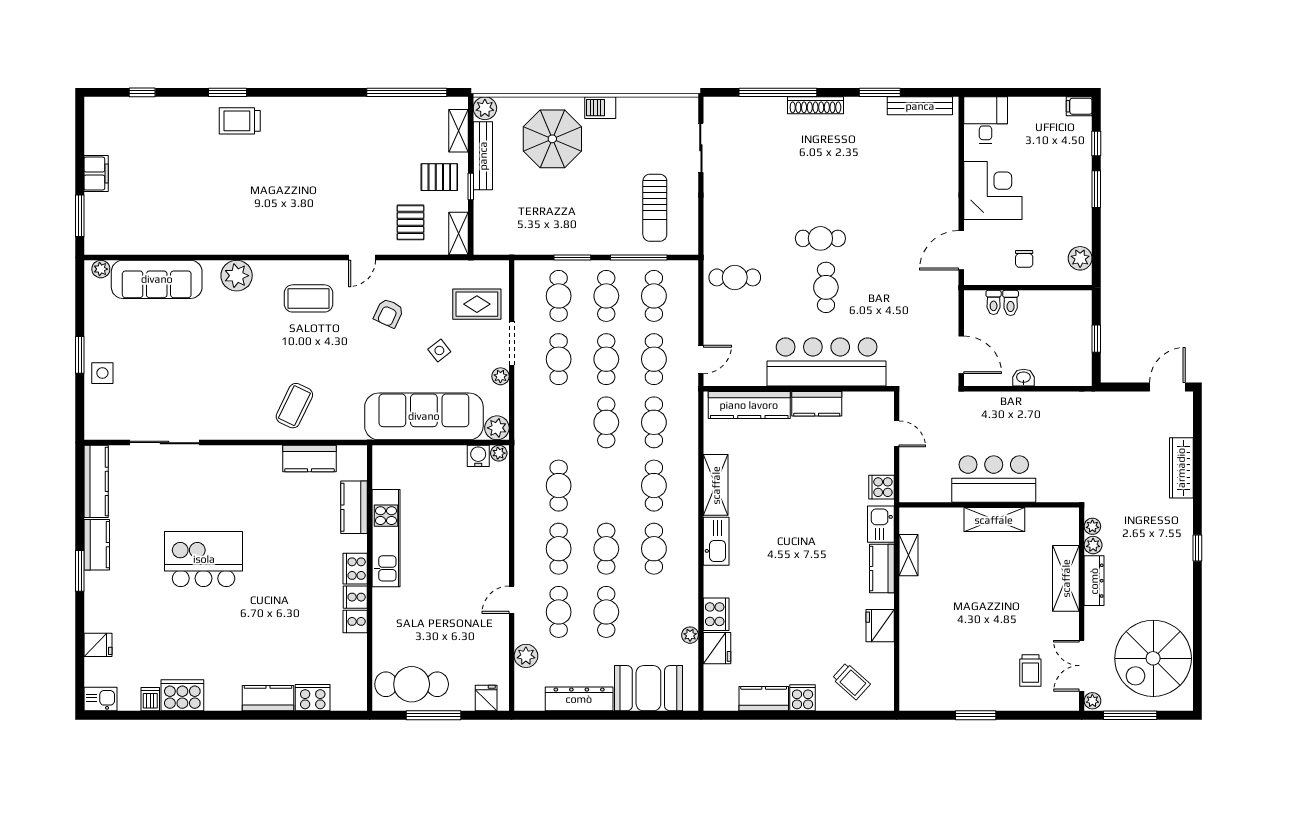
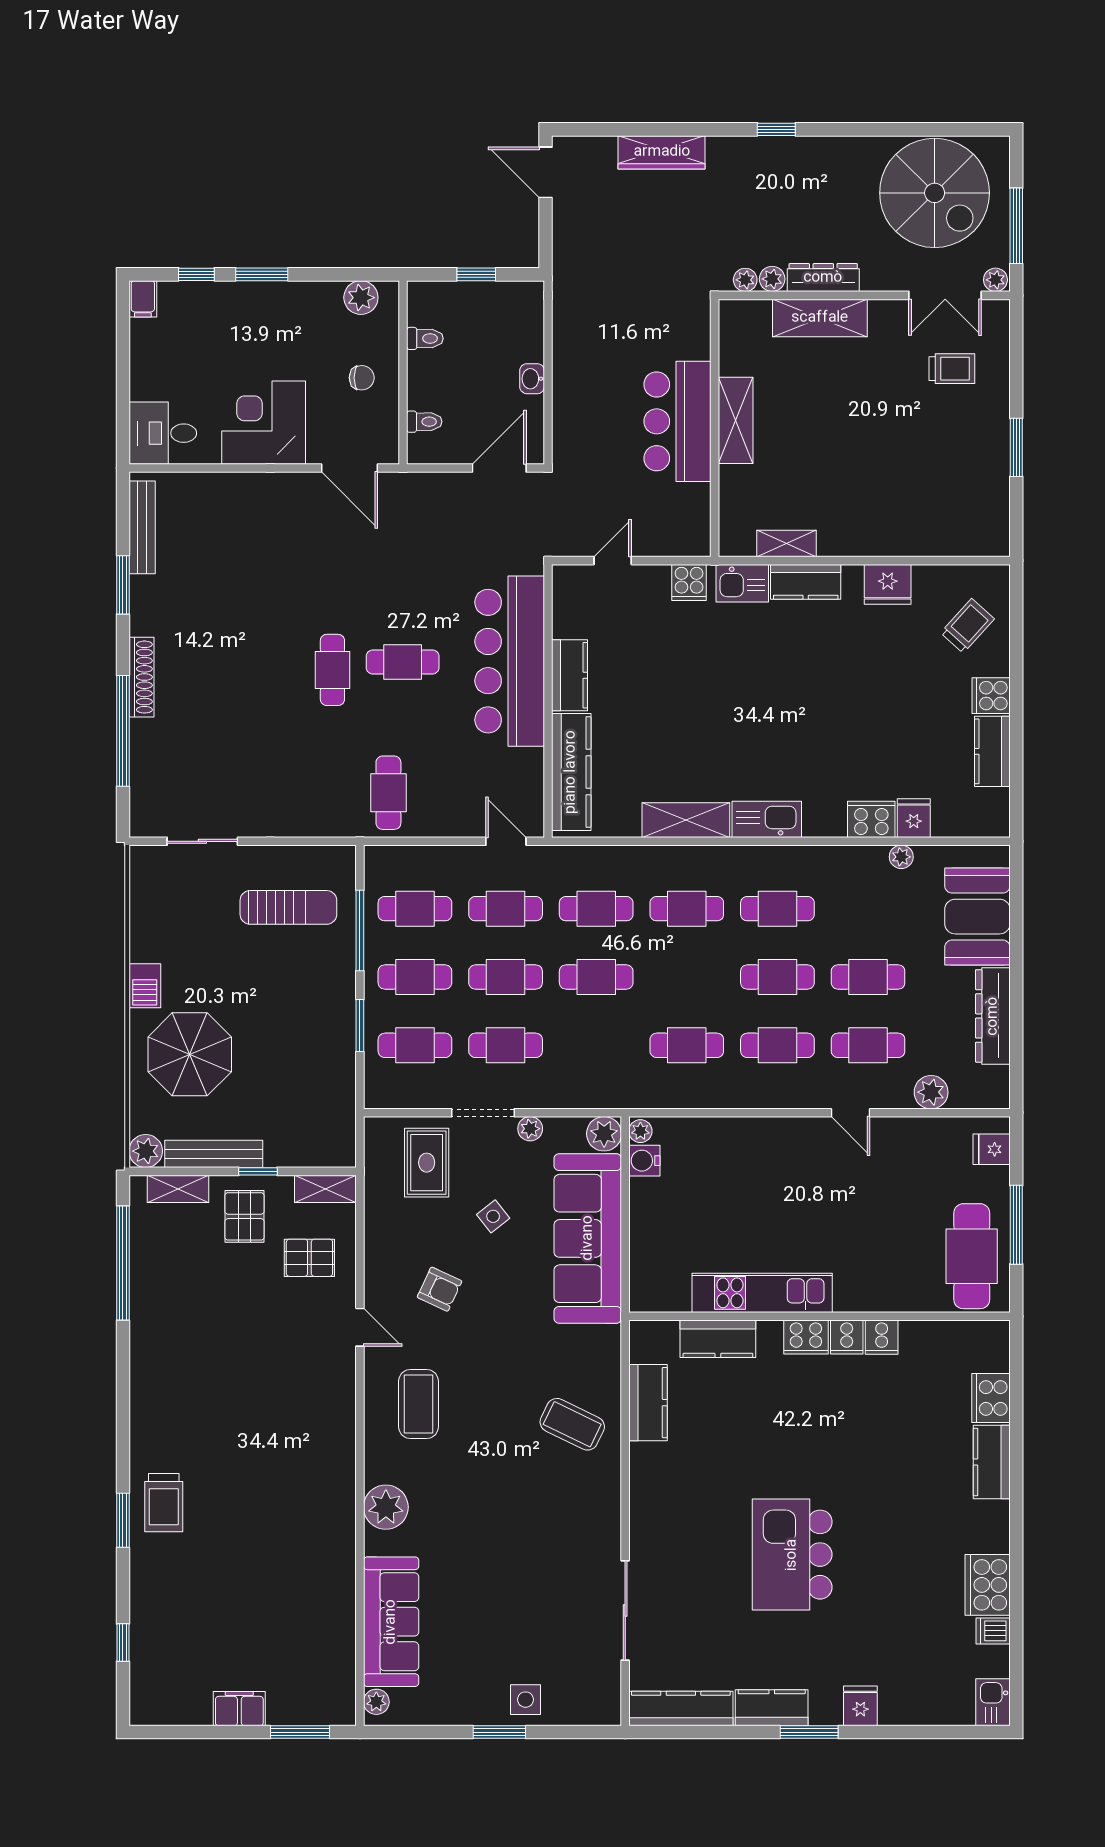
toilet: (1011, 303) -> (425, 338), moved
fridge: (98, 645) -> (860, 1706), moved
fridge: (717, 648) -> (914, 818), width x0.72

